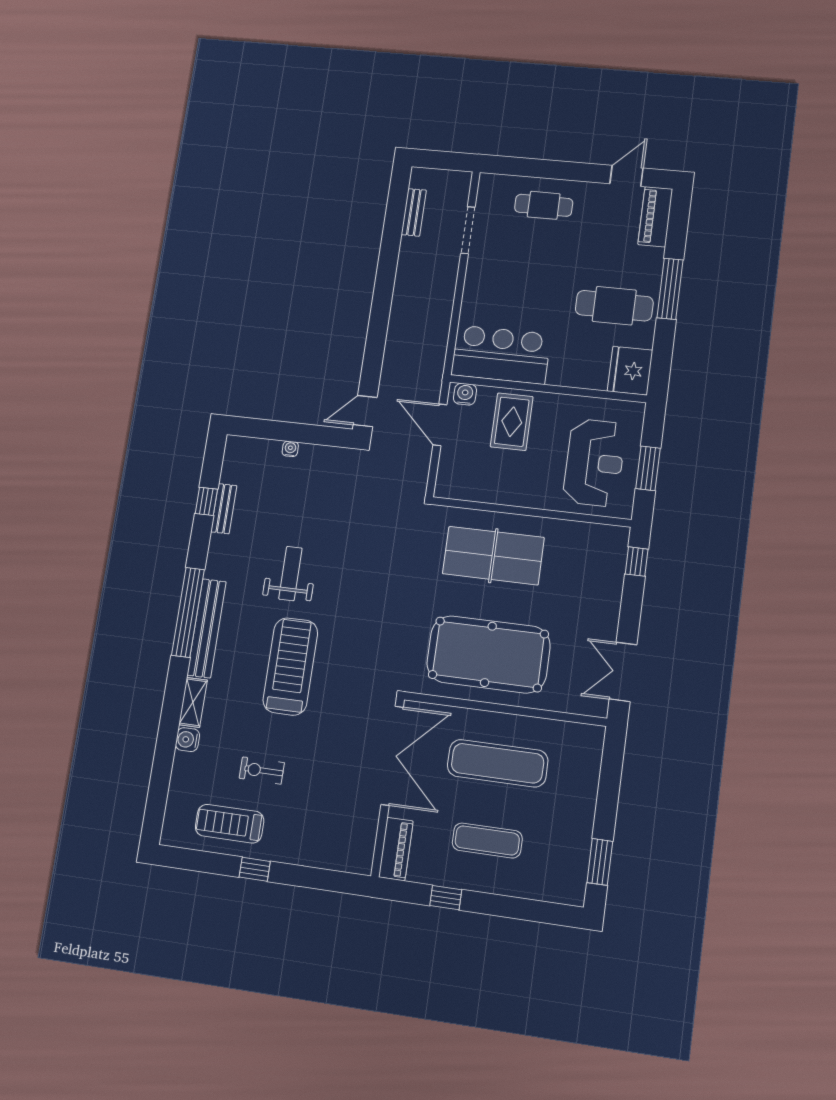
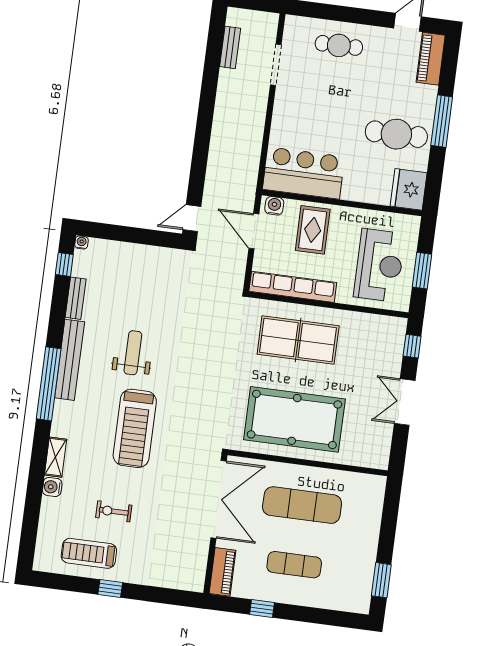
water cooler: (290, 449) -> (81, 242), moved
row of seats: (487, 491) -> (293, 287), added
window: (206, 501) -> (64, 265), moved
bench: (207, 628) -> (70, 360), moved
treadmill: (290, 666) -> (135, 428), turned 180
double door: (623, 672) -> (405, 402), moved

